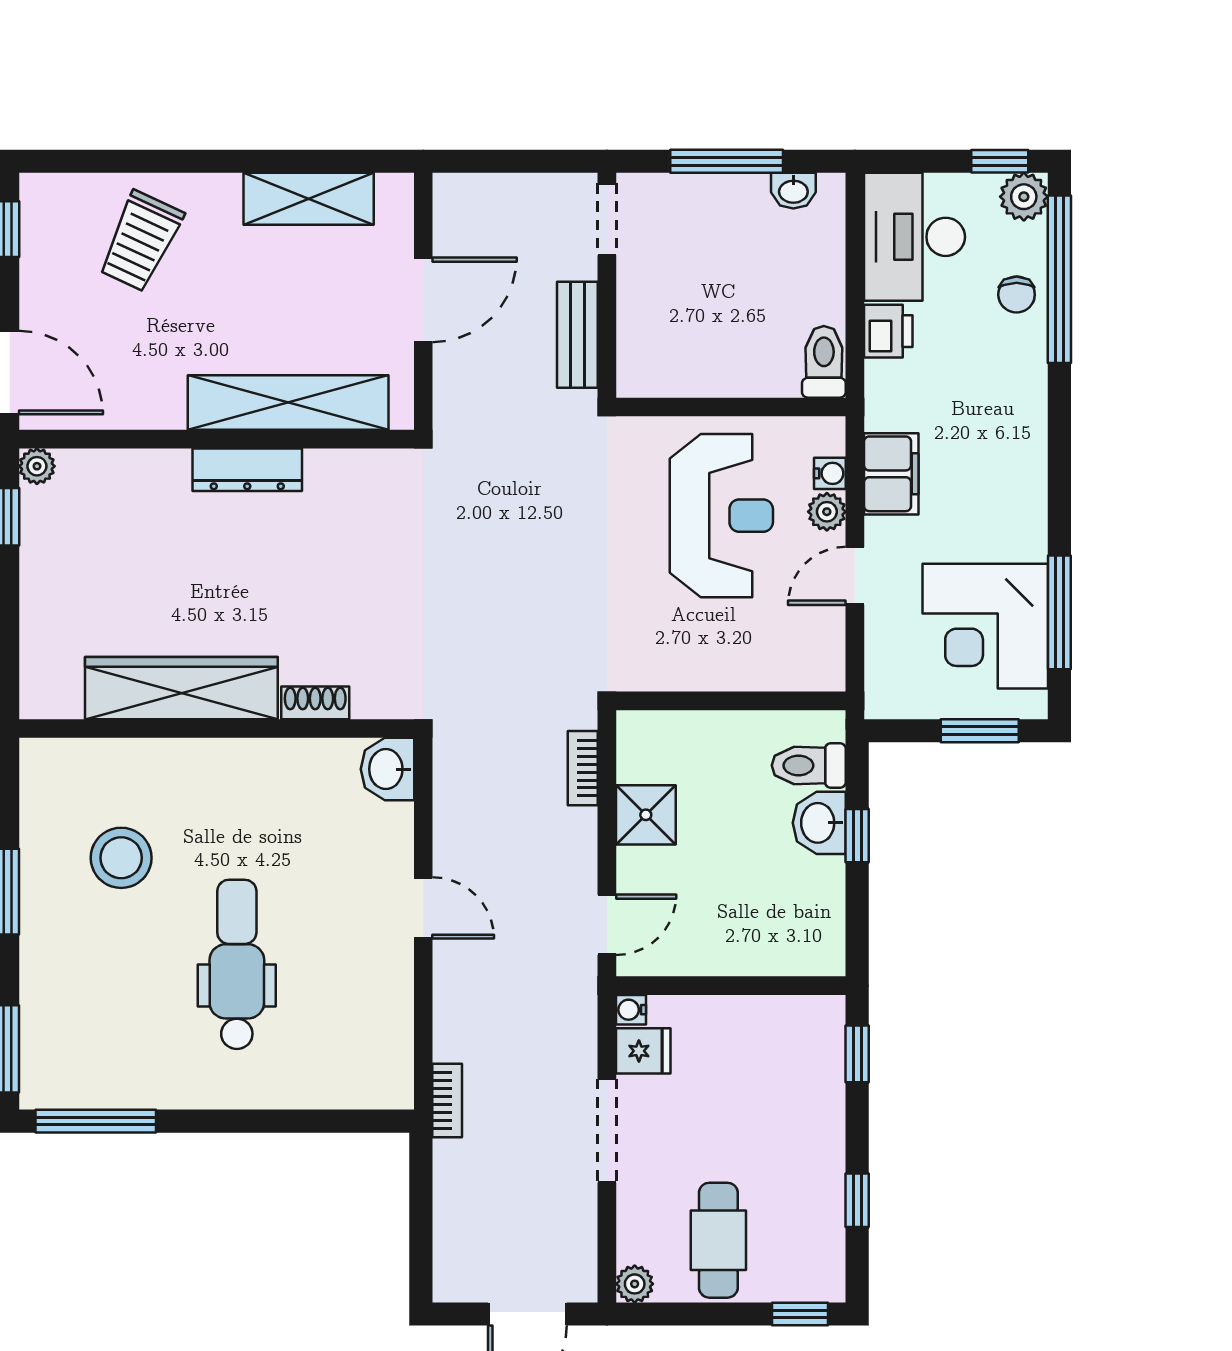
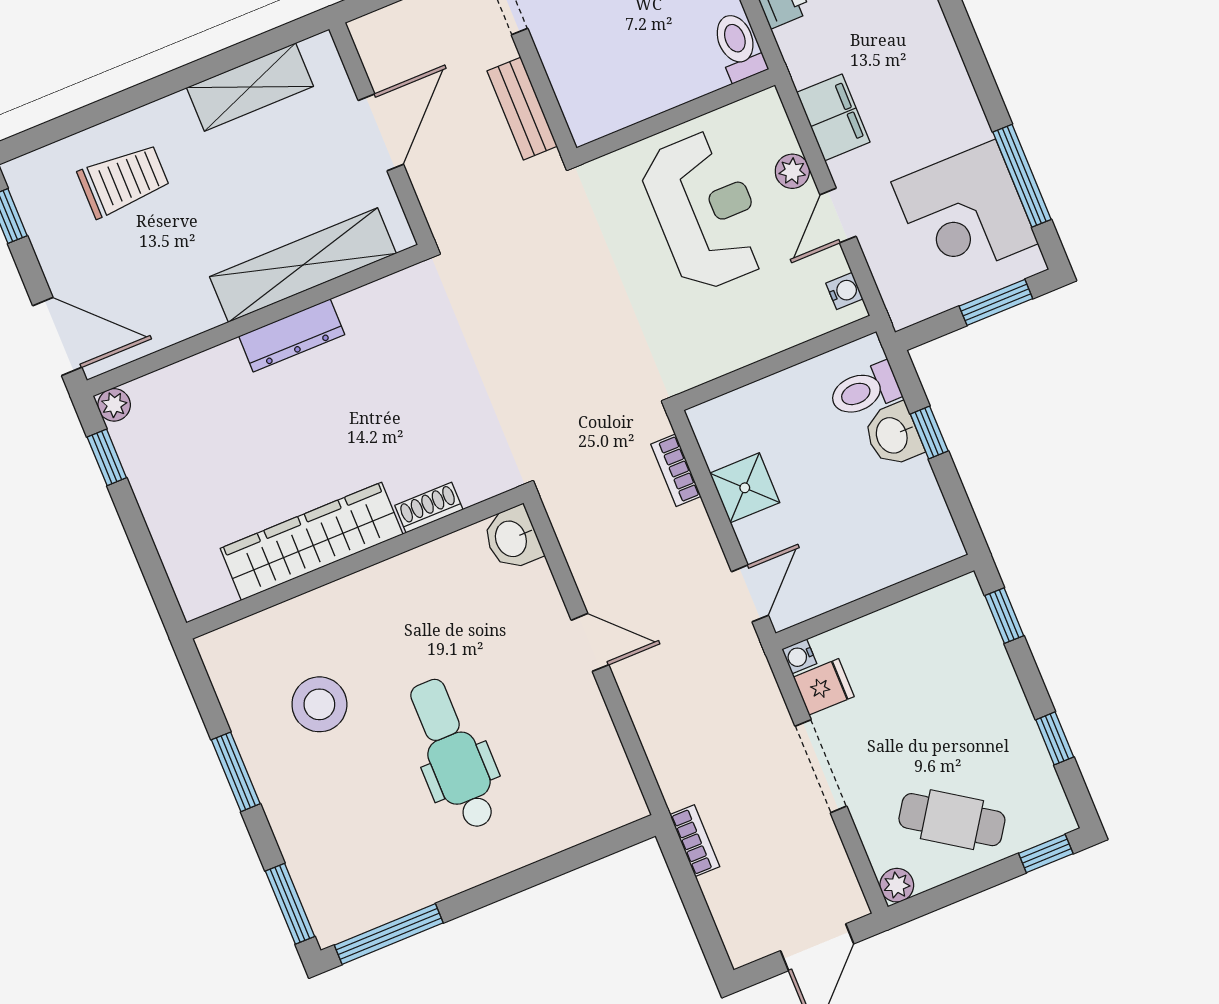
trolley: (141, 241) -> (124, 180), turned -115
water cooler: (830, 473) -> (844, 291), moved
bookcase: (447, 1100) -> (695, 841), moved
cafe table: (718, 1240) -> (952, 820), turned -56

